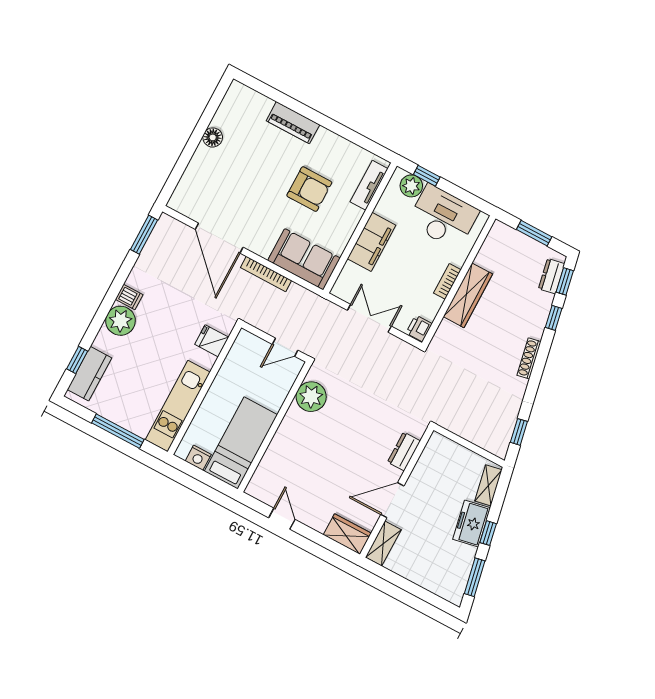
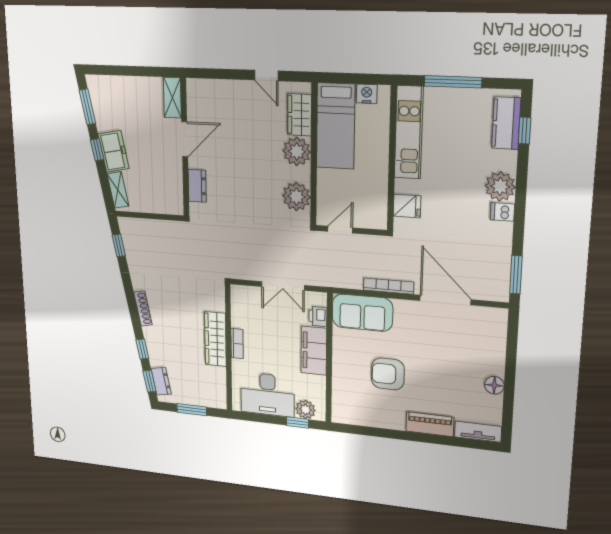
tv unit: (369, 185) -> (478, 432), moved, turned -90
printer: (419, 328) -> (318, 316), moved, turned 180
plant: (289, 438) -> (297, 151), added
wardrobe: (347, 534) -> (300, 115), moved, turned 90

